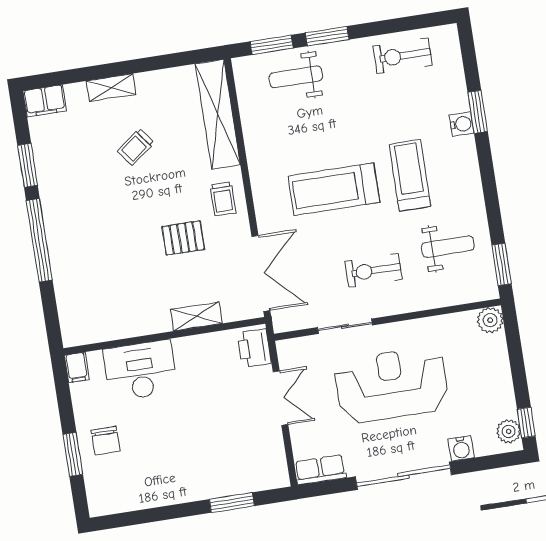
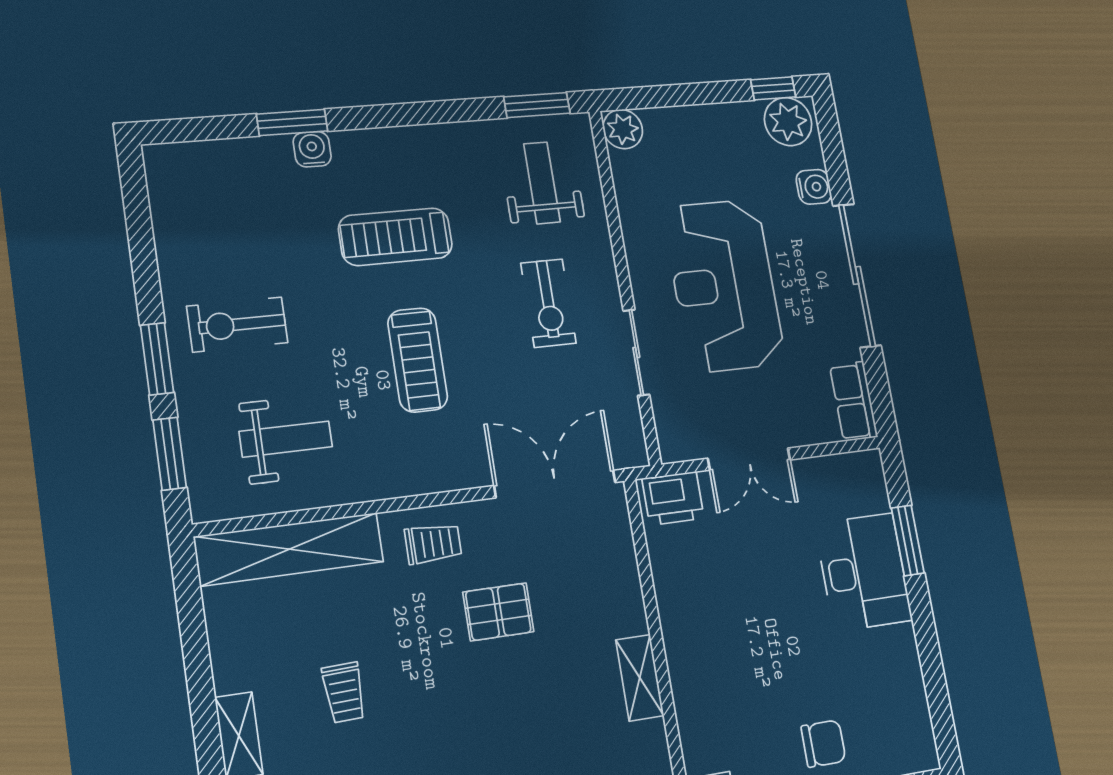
exercise bike: (403, 56) -> (237, 324), moved, turned 90
weight bench: (296, 77) -> (286, 439), moved, turned -90
trolley: (136, 147) -> (344, 692), turned 35
treadmill: (334, 189) -> (418, 360), width x0.73, depth x0.73
pallet: (183, 238) -> (498, 612), turned 90
weight bench: (448, 247) -> (542, 183), moved
shelving: (196, 316) -> (640, 678), moved
desk: (140, 370) -> (864, 572), moved, turned 180
double door: (280, 398) -> (749, 459), swing flipped
plant: (509, 431) -> (788, 122), width x1.36, depth x1.36

